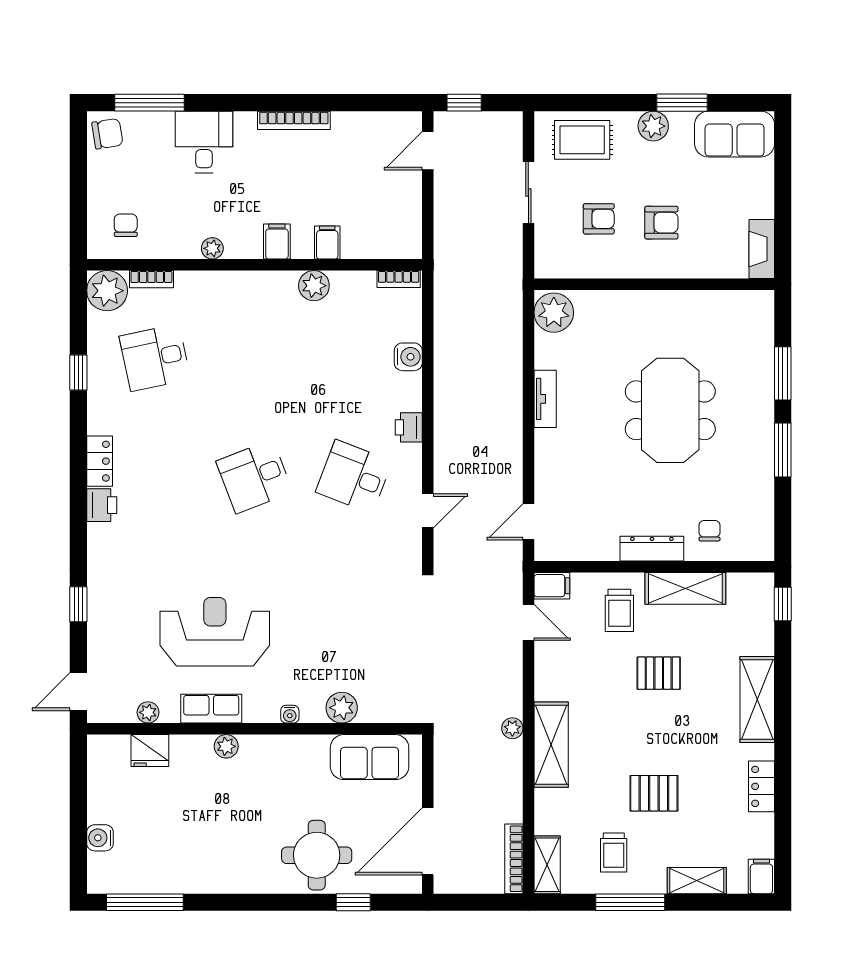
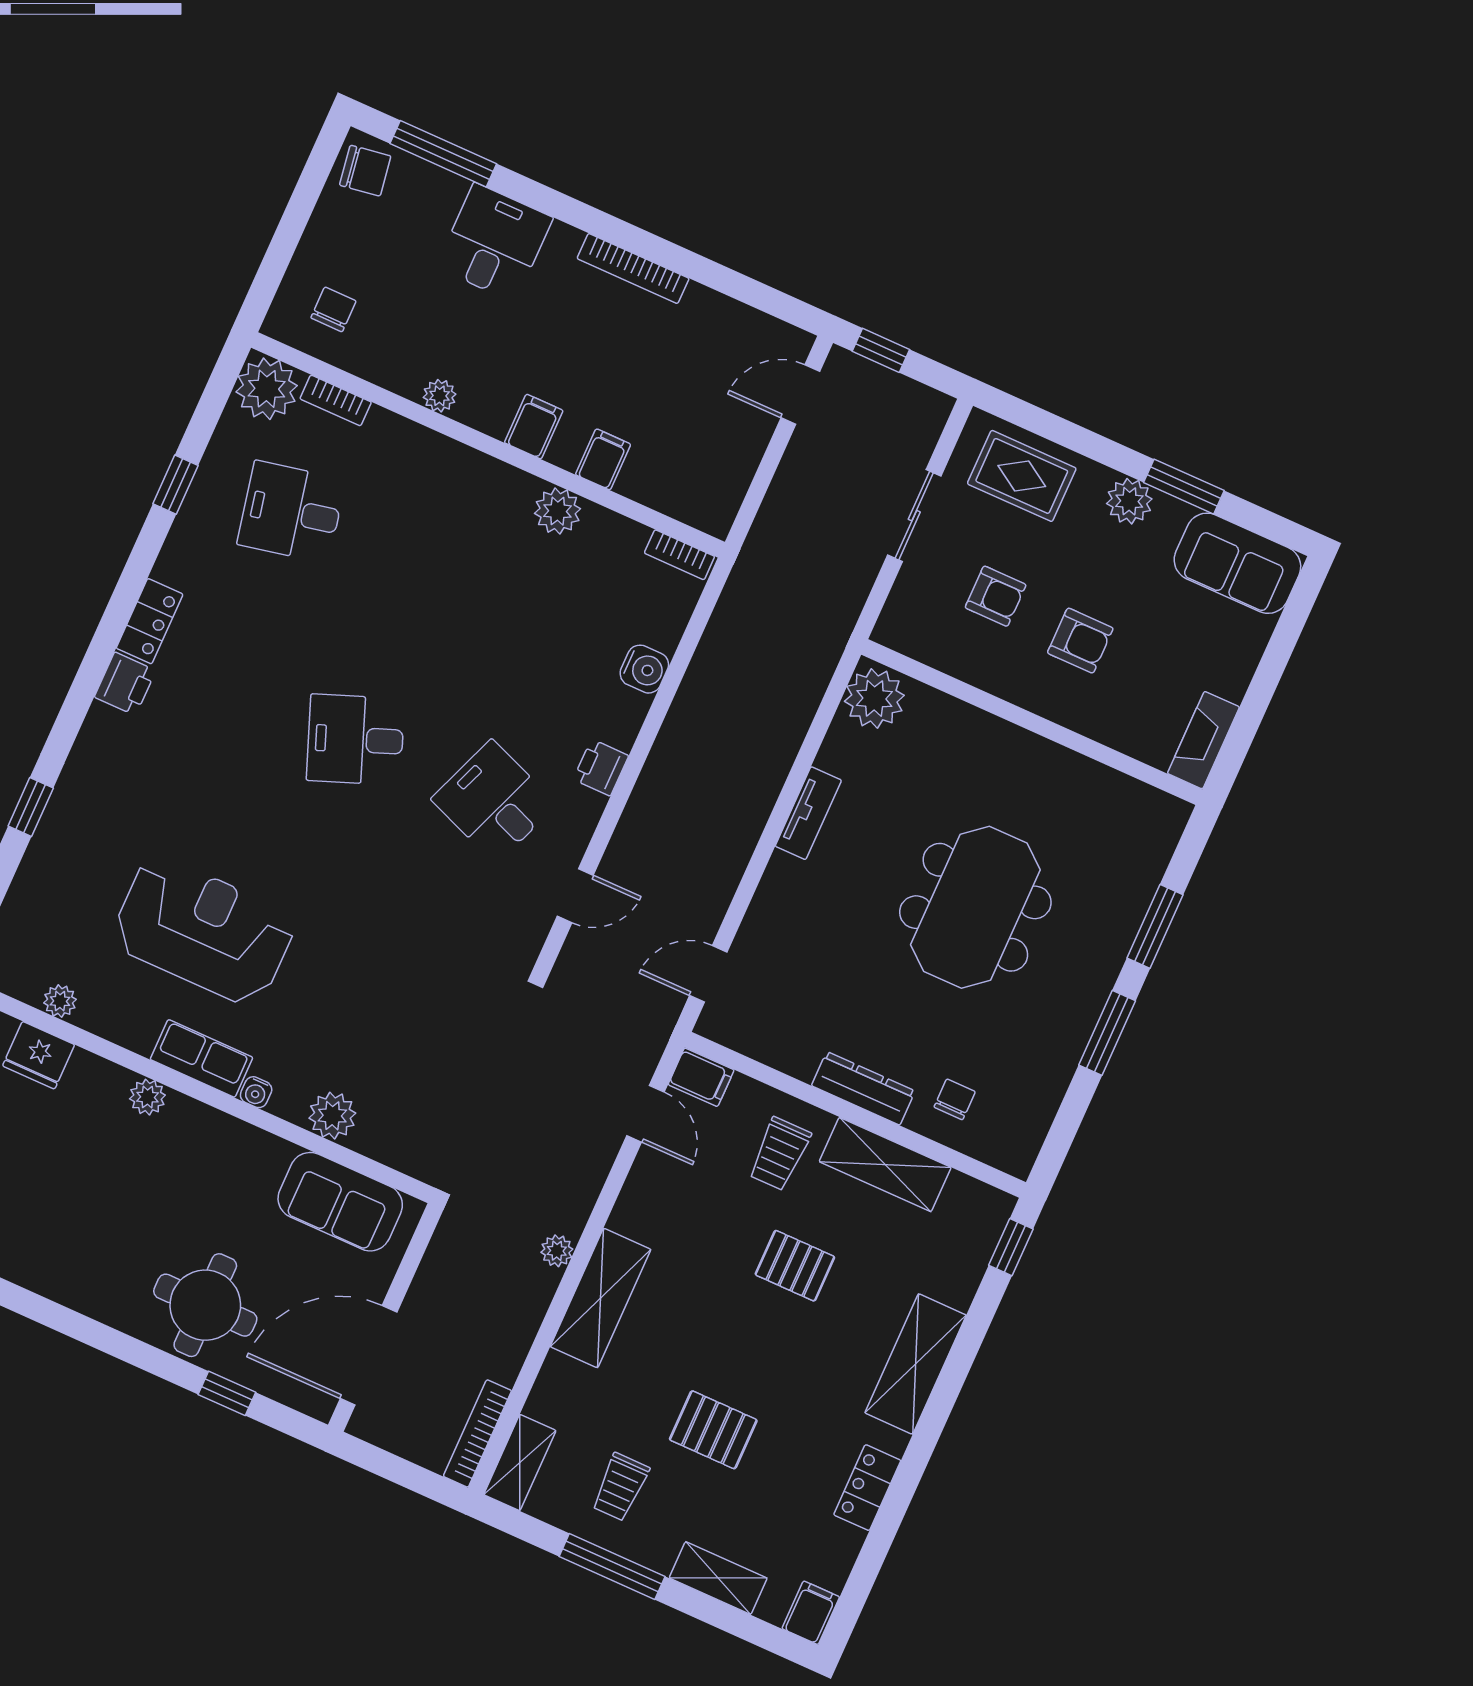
row of seats: (211, 709) -> (201, 1058), moved

